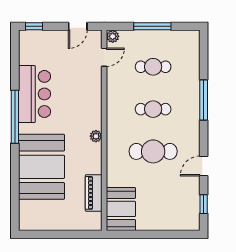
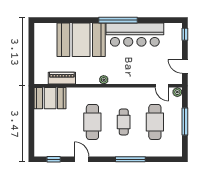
cafe table: (153, 67) -> (155, 122), width x1.37, depth x1.35
bar counter: (35, 94) -> (135, 35), width x1.36

